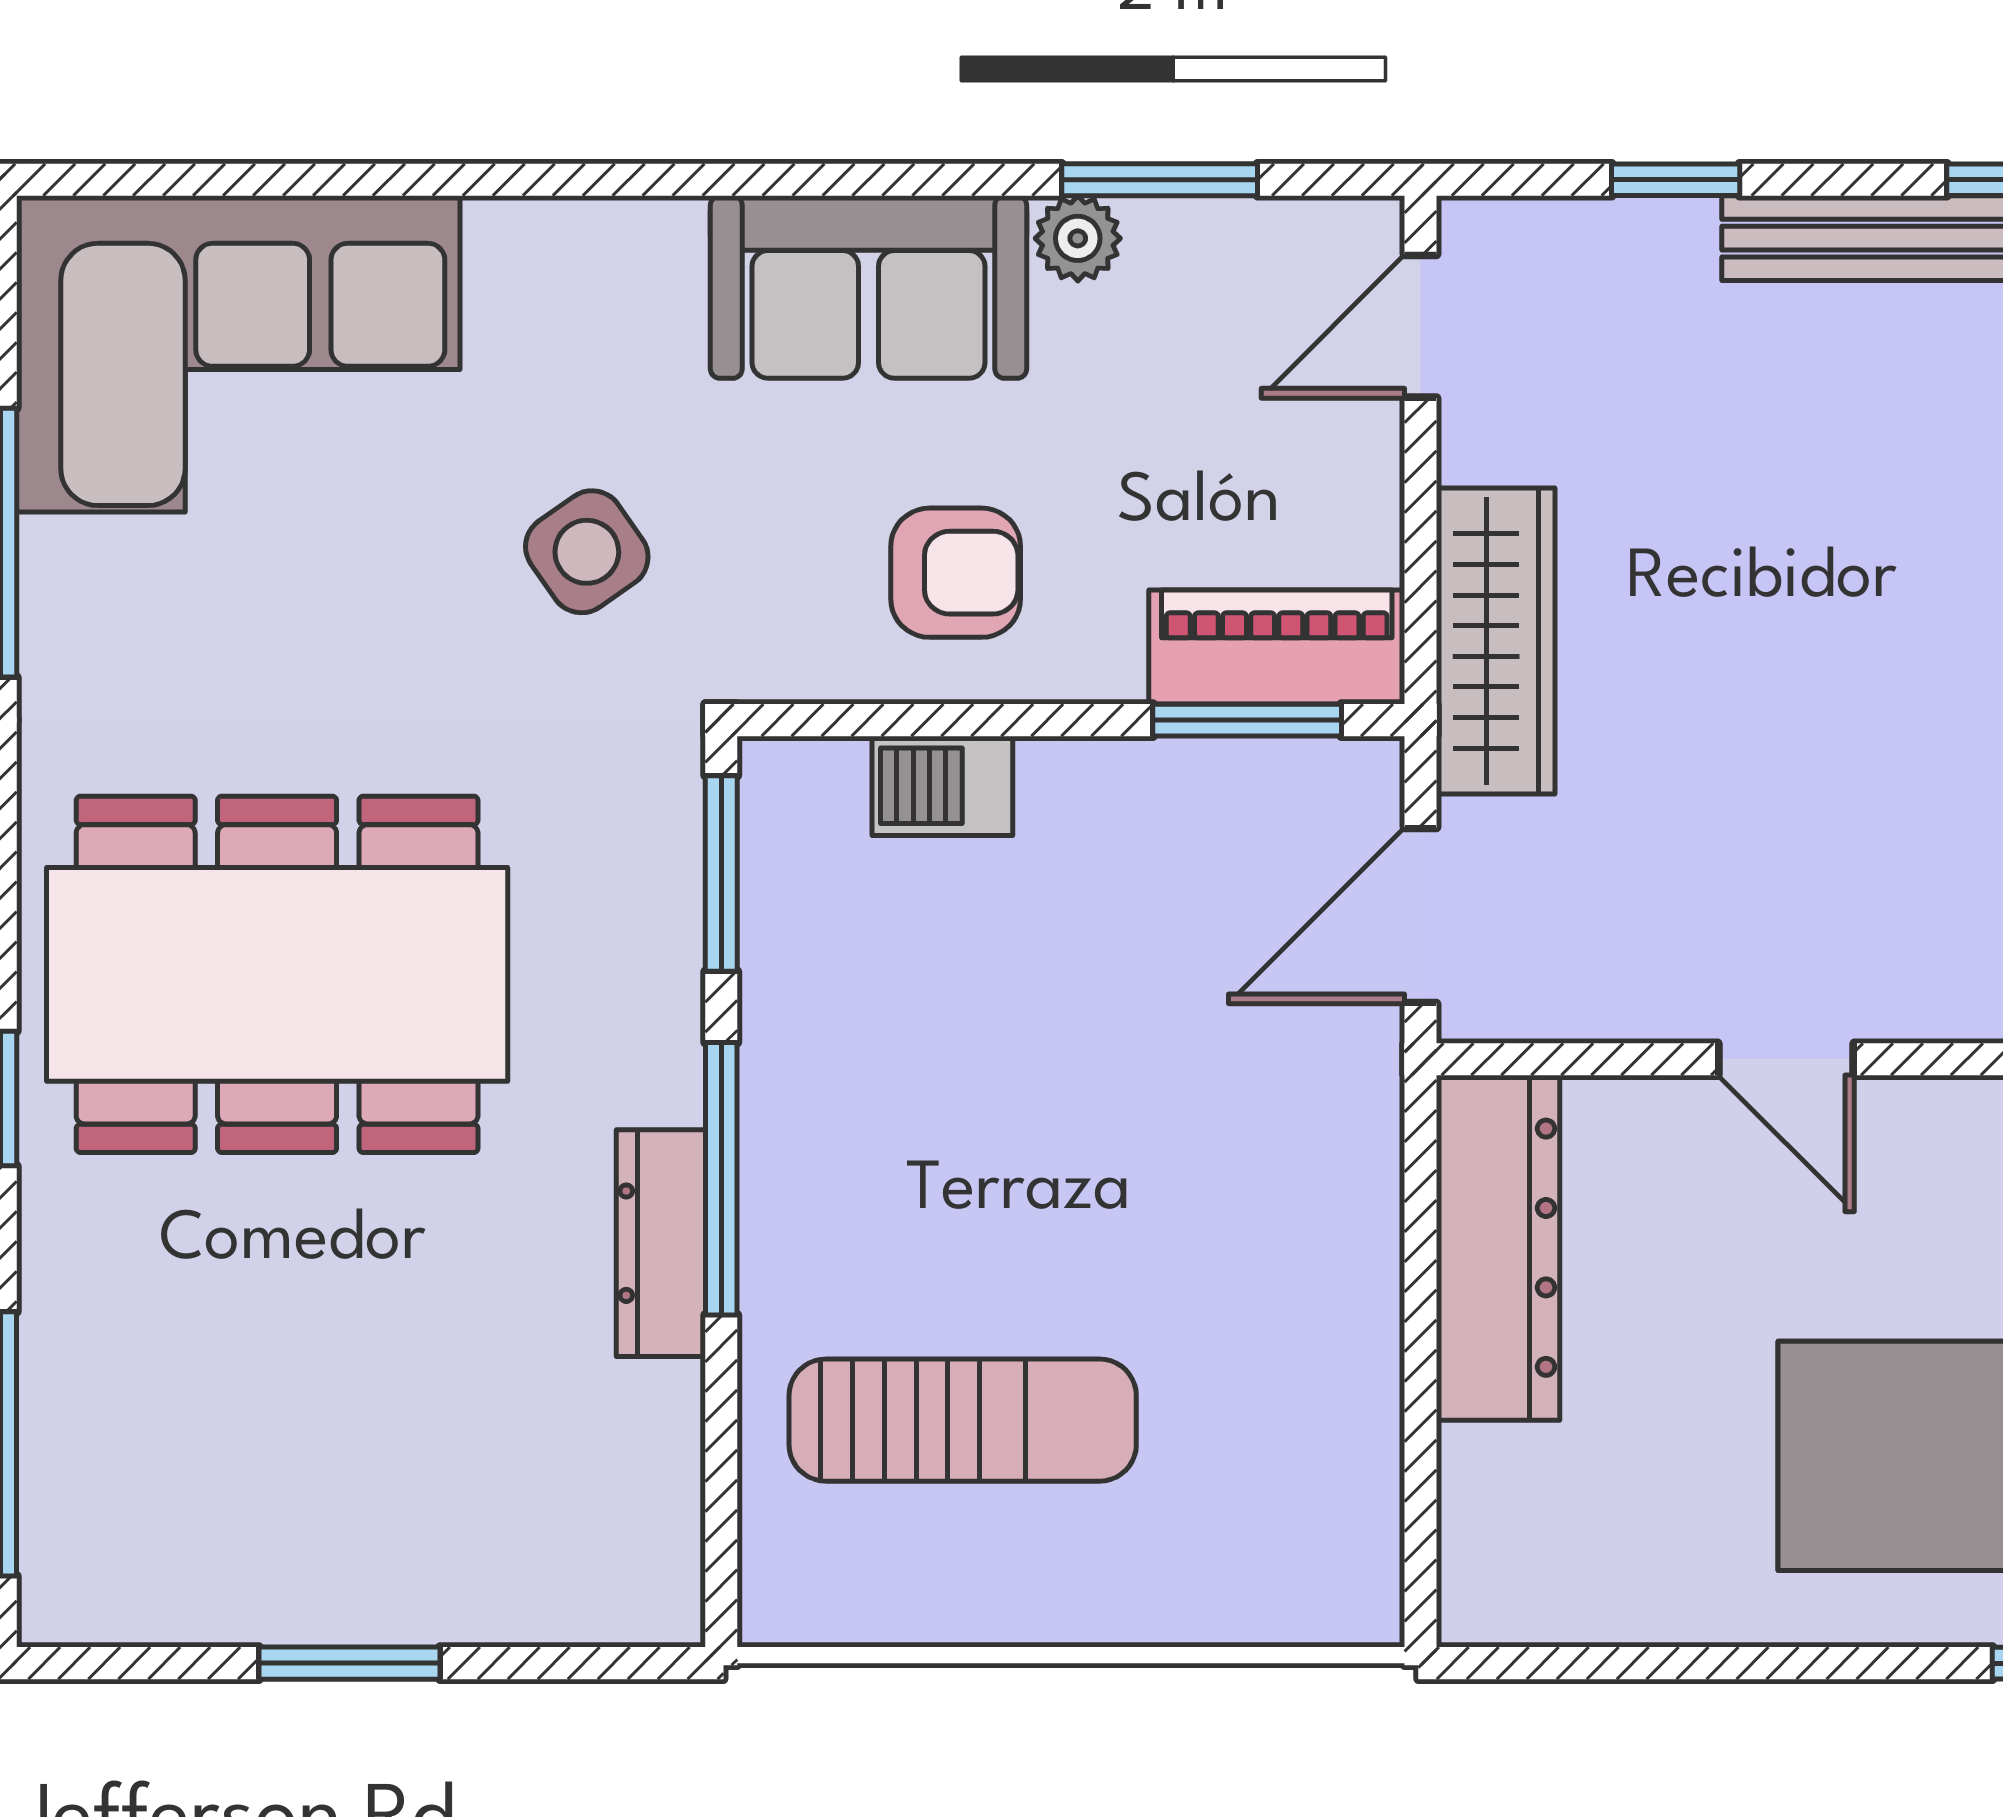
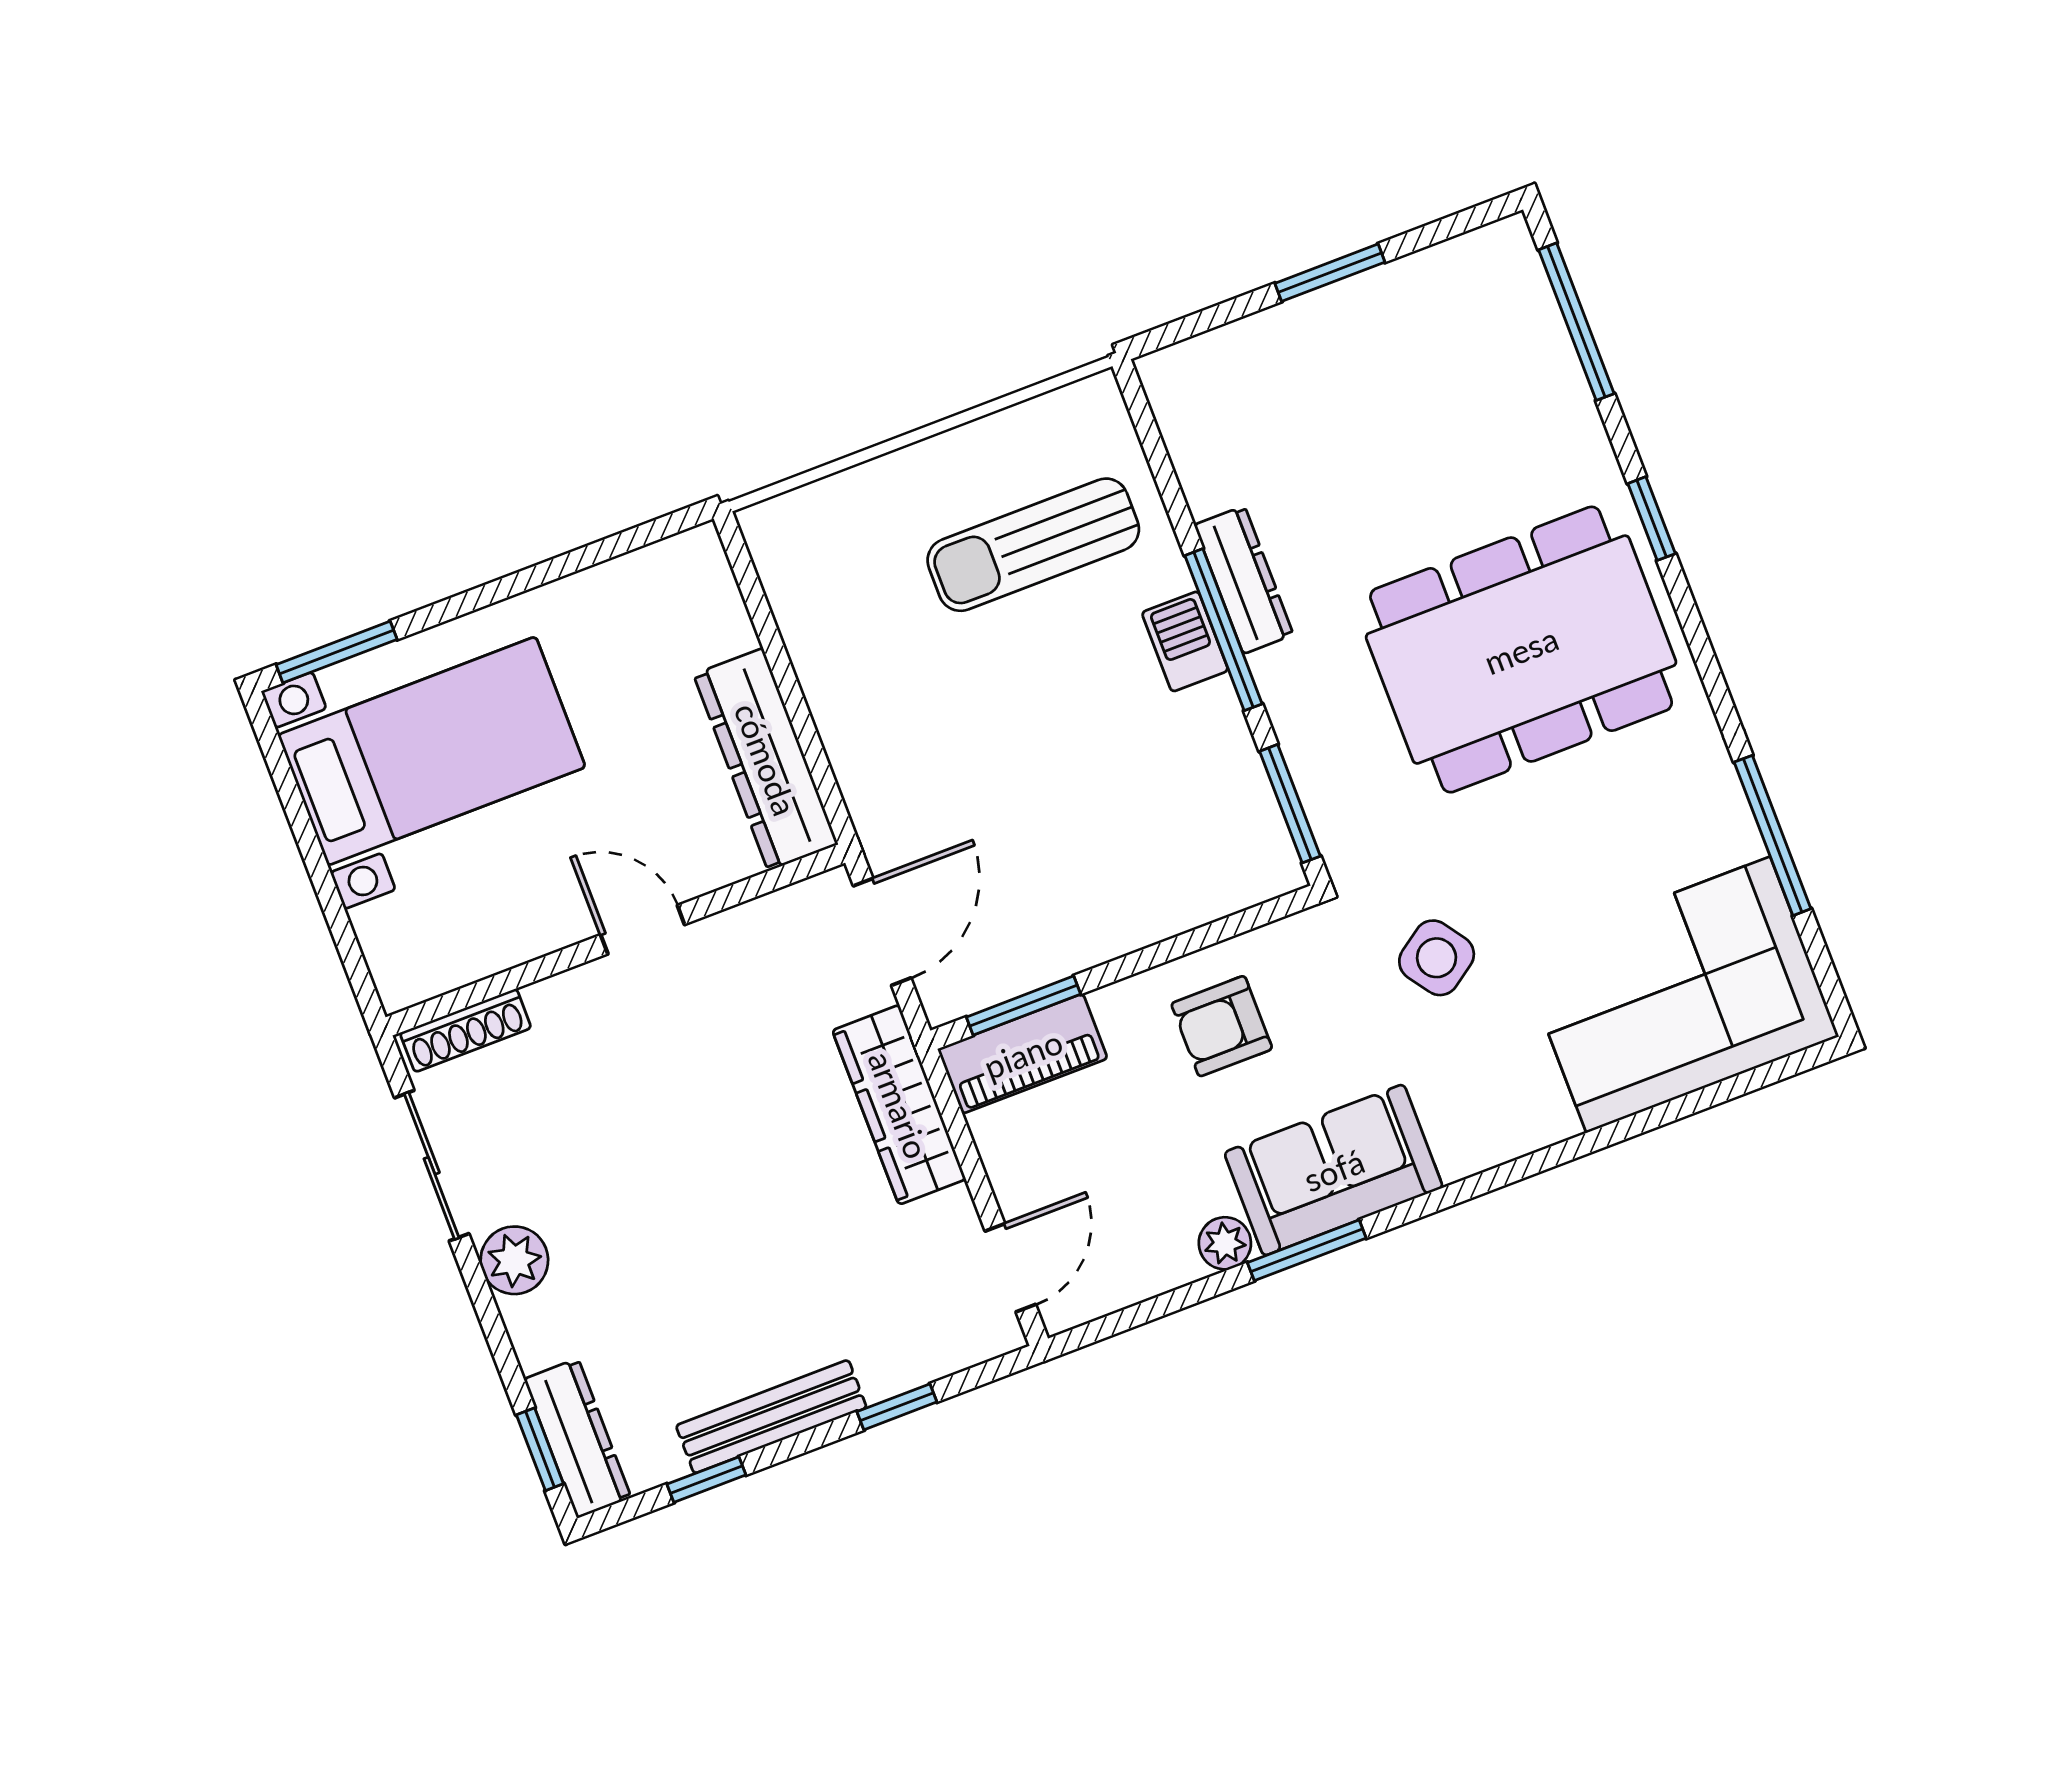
window: (1160, 180) -> (1307, 1250), moved
barbecue: (942, 786) -> (1185, 641), moved, turned -90

